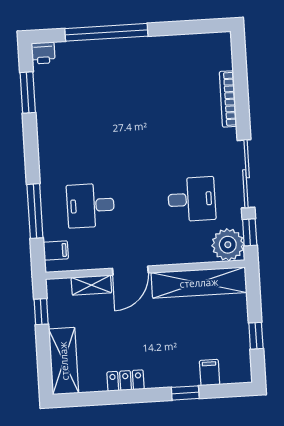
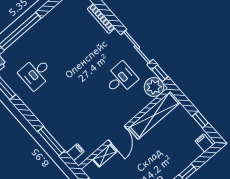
desk: (91, 205) -> (36, 73), moved
filing cabinet: (210, 373) -> (204, 143), moved

